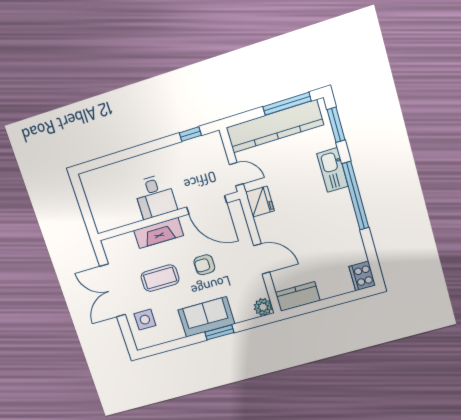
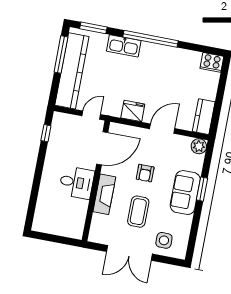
fridge: (260, 202) -> (133, 111), moved

